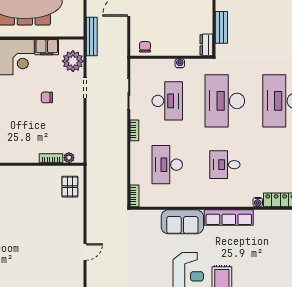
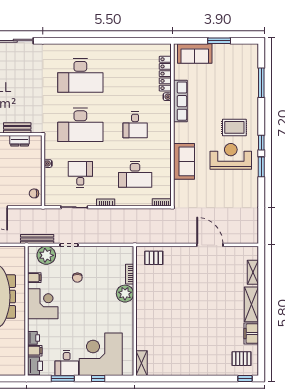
bench: (92, 36) -> (37, 239), moved
dresser: (206, 45) -> (20, 141), moved
filing cabinet: (47, 47) -> (34, 278), width x0.50
desk: (167, 101) -> (80, 174), width x0.73
plant: (69, 158) -> (125, 294), moved, width x1.87, depth x1.87
row of seats: (229, 217) -> (180, 101), moved
door: (85, 252) -> (210, 245), width x1.88

